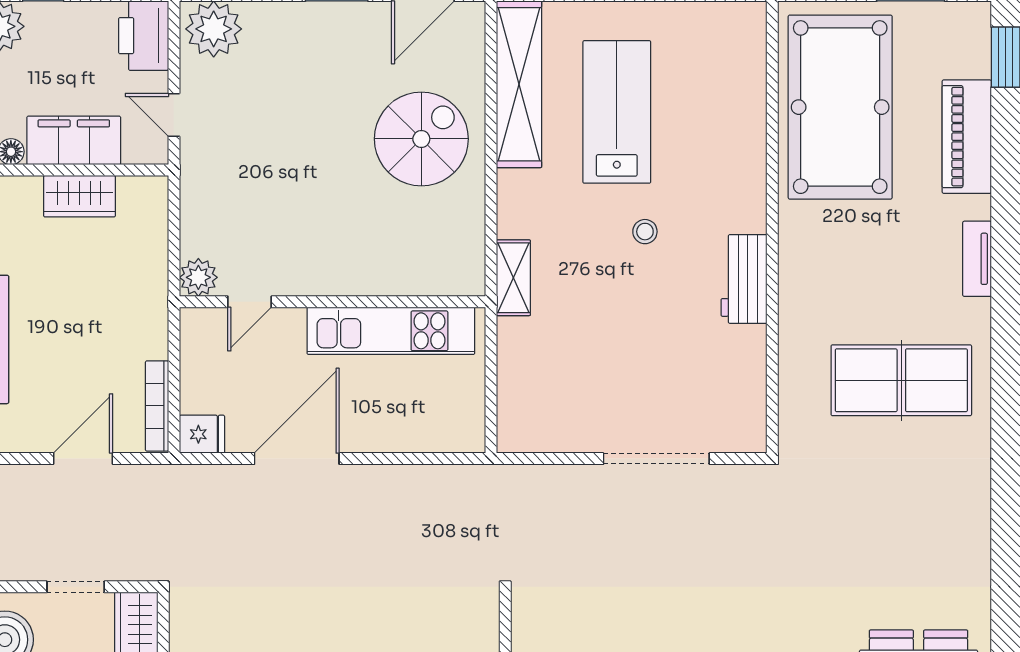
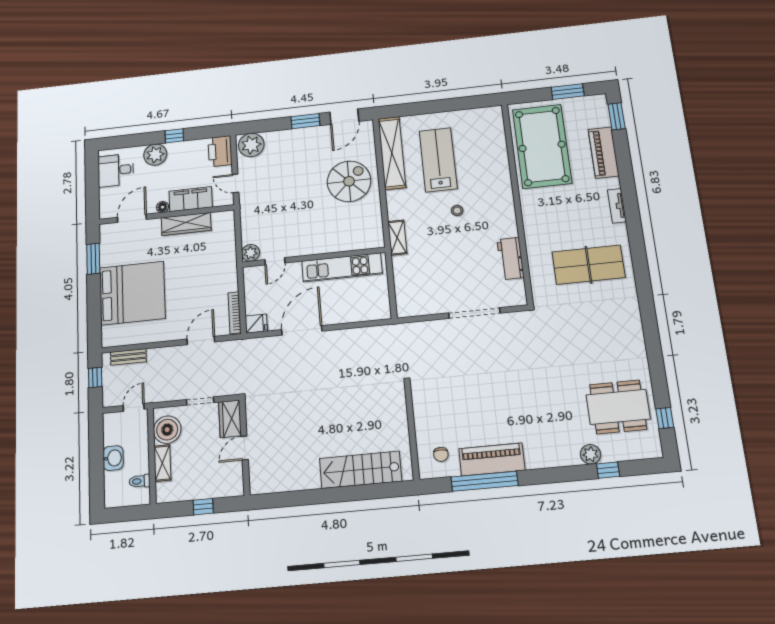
wardrobe: (79, 196) -> (186, 224), width x1.50
workbench: (744, 279) -> (511, 258), moved

